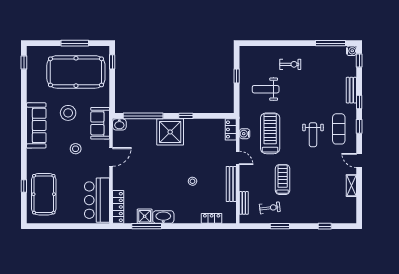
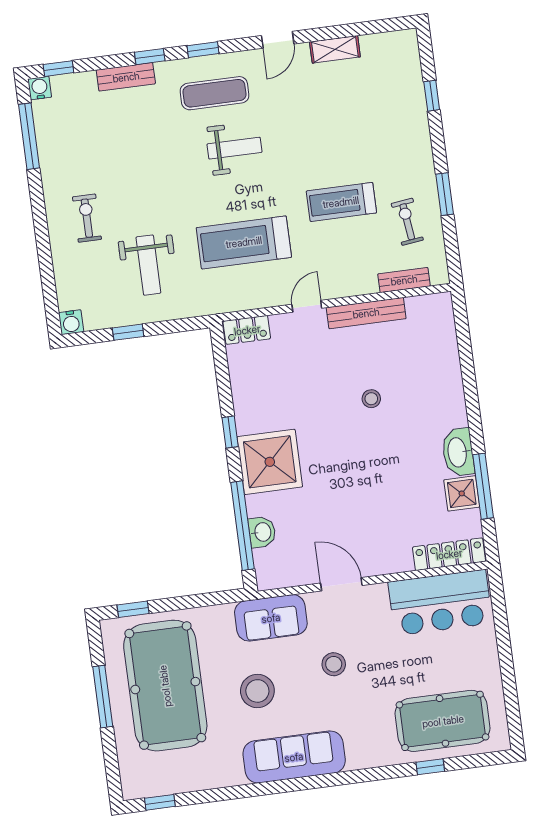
washbasin: (119, 124) -> (262, 532), moved
water cooler: (245, 134) -> (71, 322), moved
locker: (212, 218) -> (447, 346), removed

